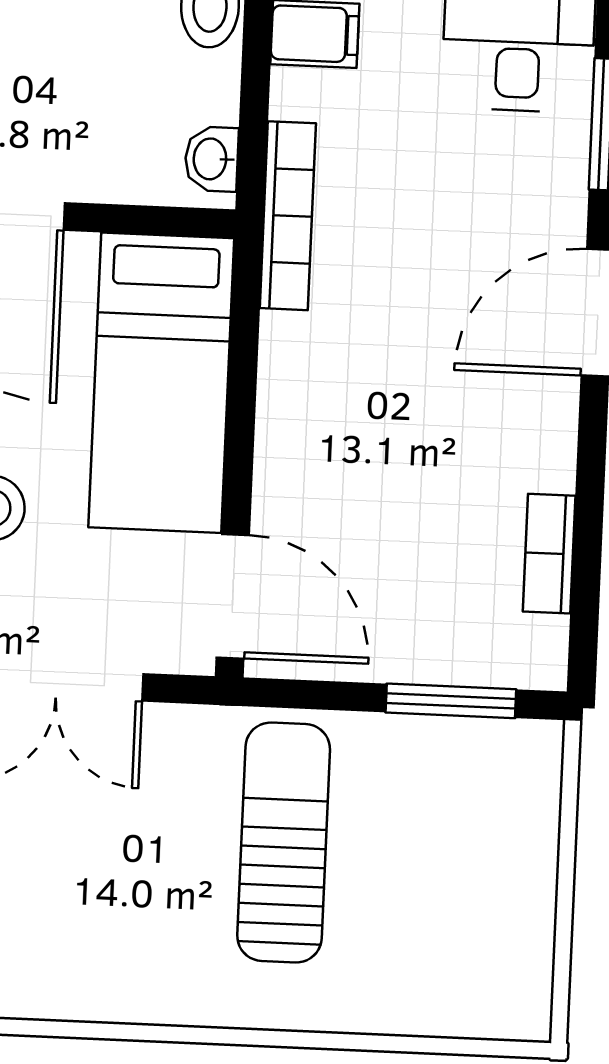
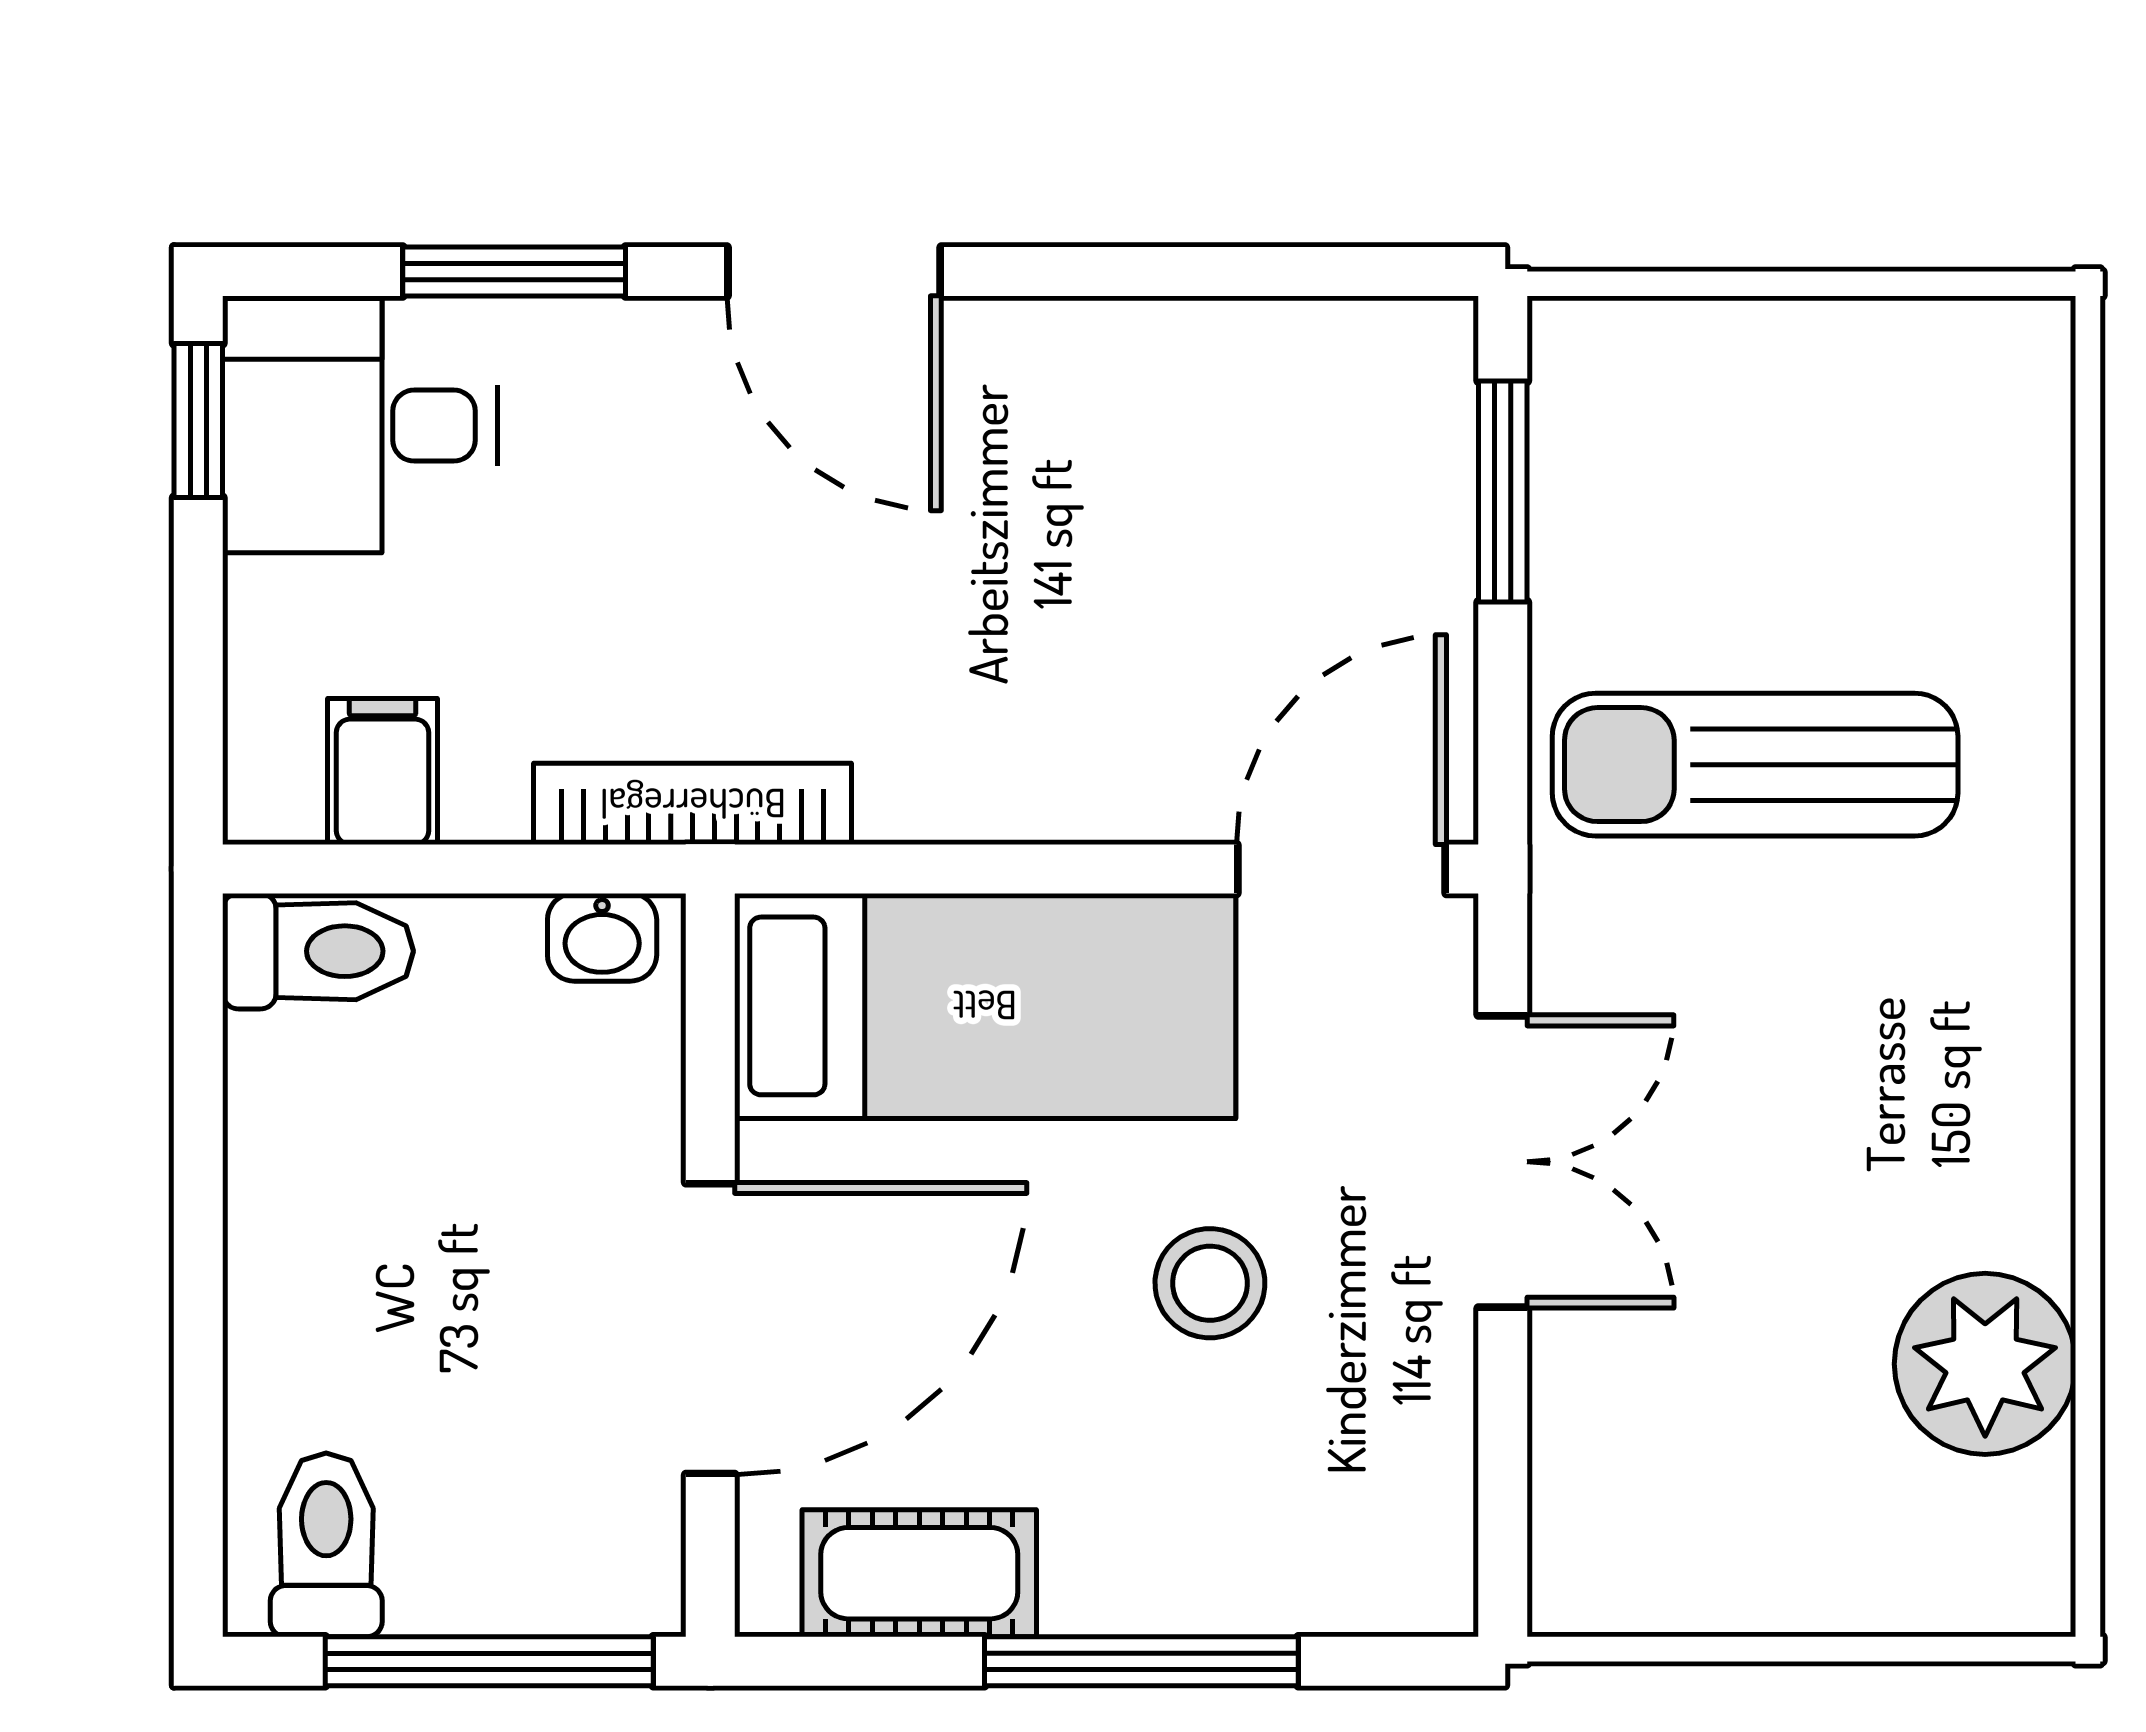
bookcase: (549, 554) -> (1246, 336), removed

